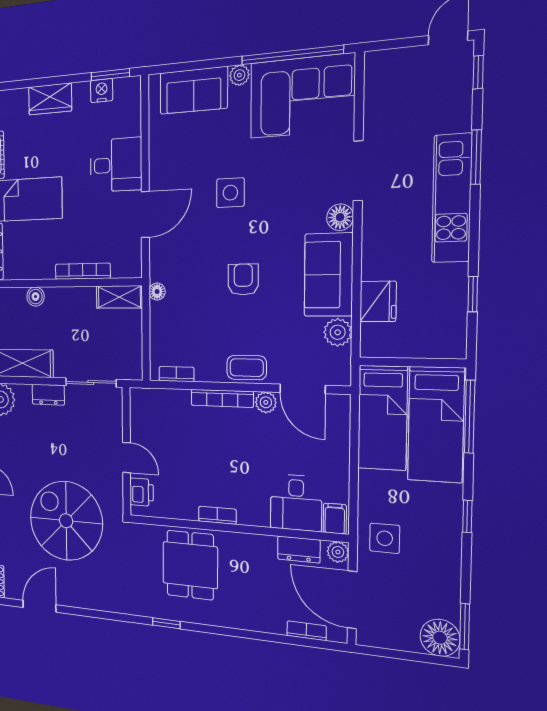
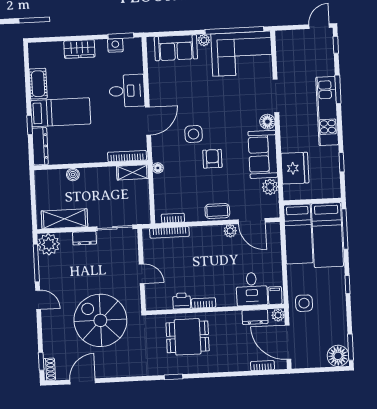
side table: (230, 193) -> (194, 134), moved
bookcase: (83, 271) -> (127, 156), moved
fridge: (378, 301) -> (295, 168), width x1.36, depth x1.34
bookcase: (222, 398) -> (169, 232), moved
printer: (142, 492) -> (182, 301), moved, turned -90
dining table: (190, 565) -> (188, 337), turned 90

